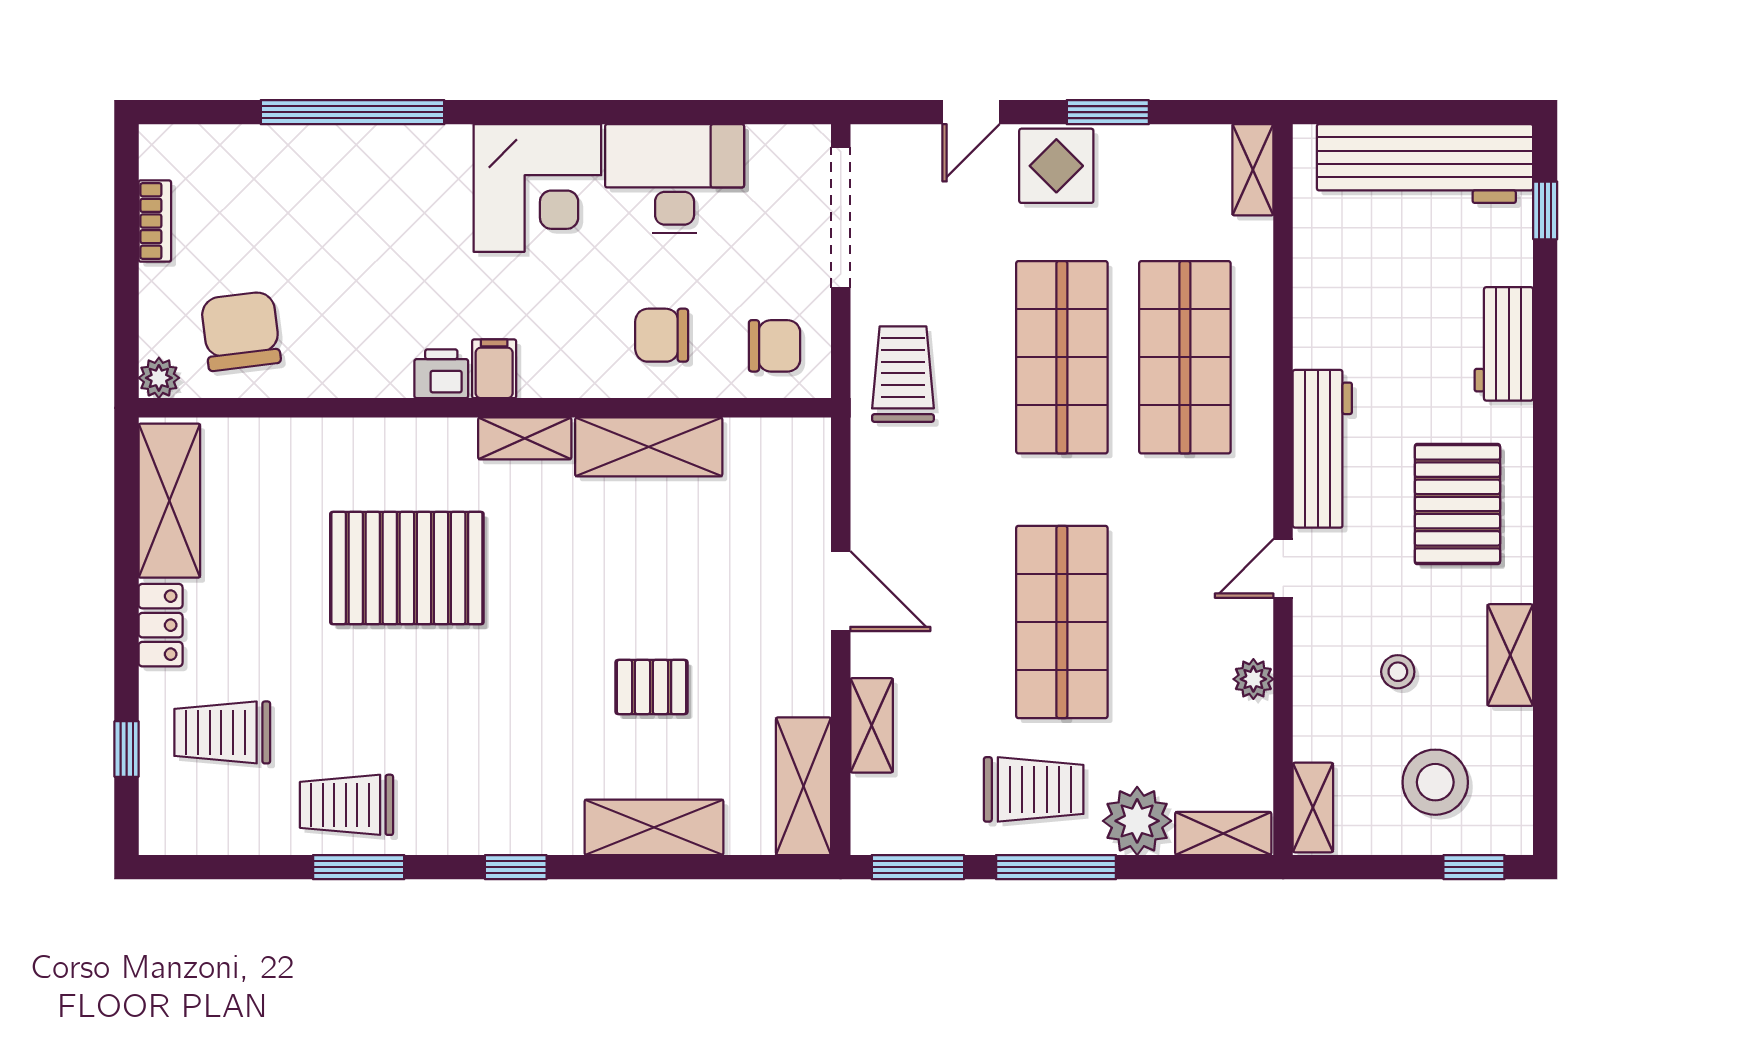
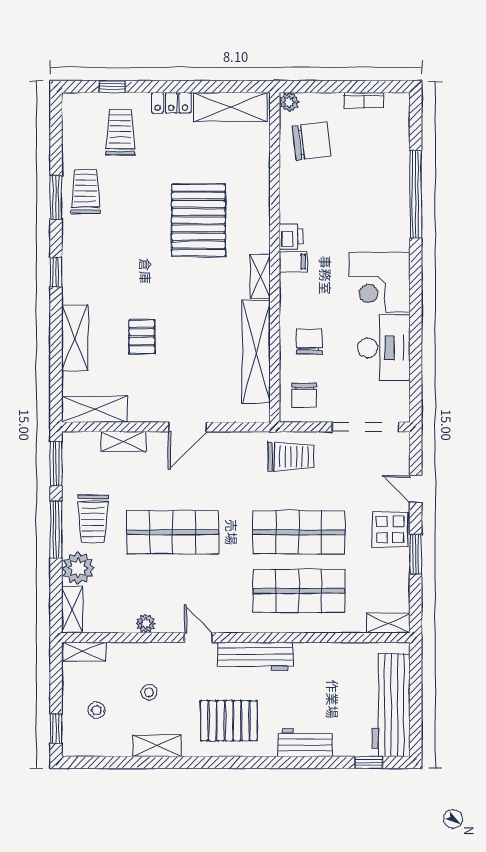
shelving: (649, 447) -> (256, 352), width x1.47
stool: (1435, 782) -> (96, 710), width x0.53, depth x0.53

